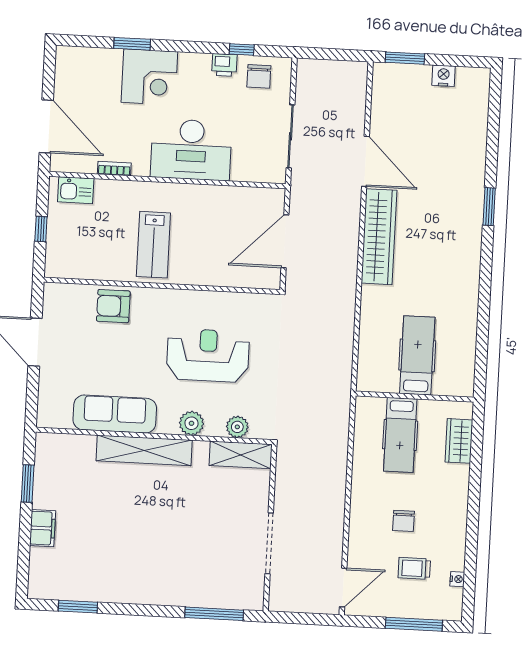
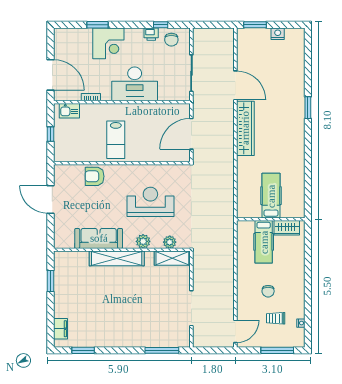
wardrobe: (459, 441) -> (287, 228), moved, turned -90
filing cabinet: (43, 528) -> (61, 329), moved

